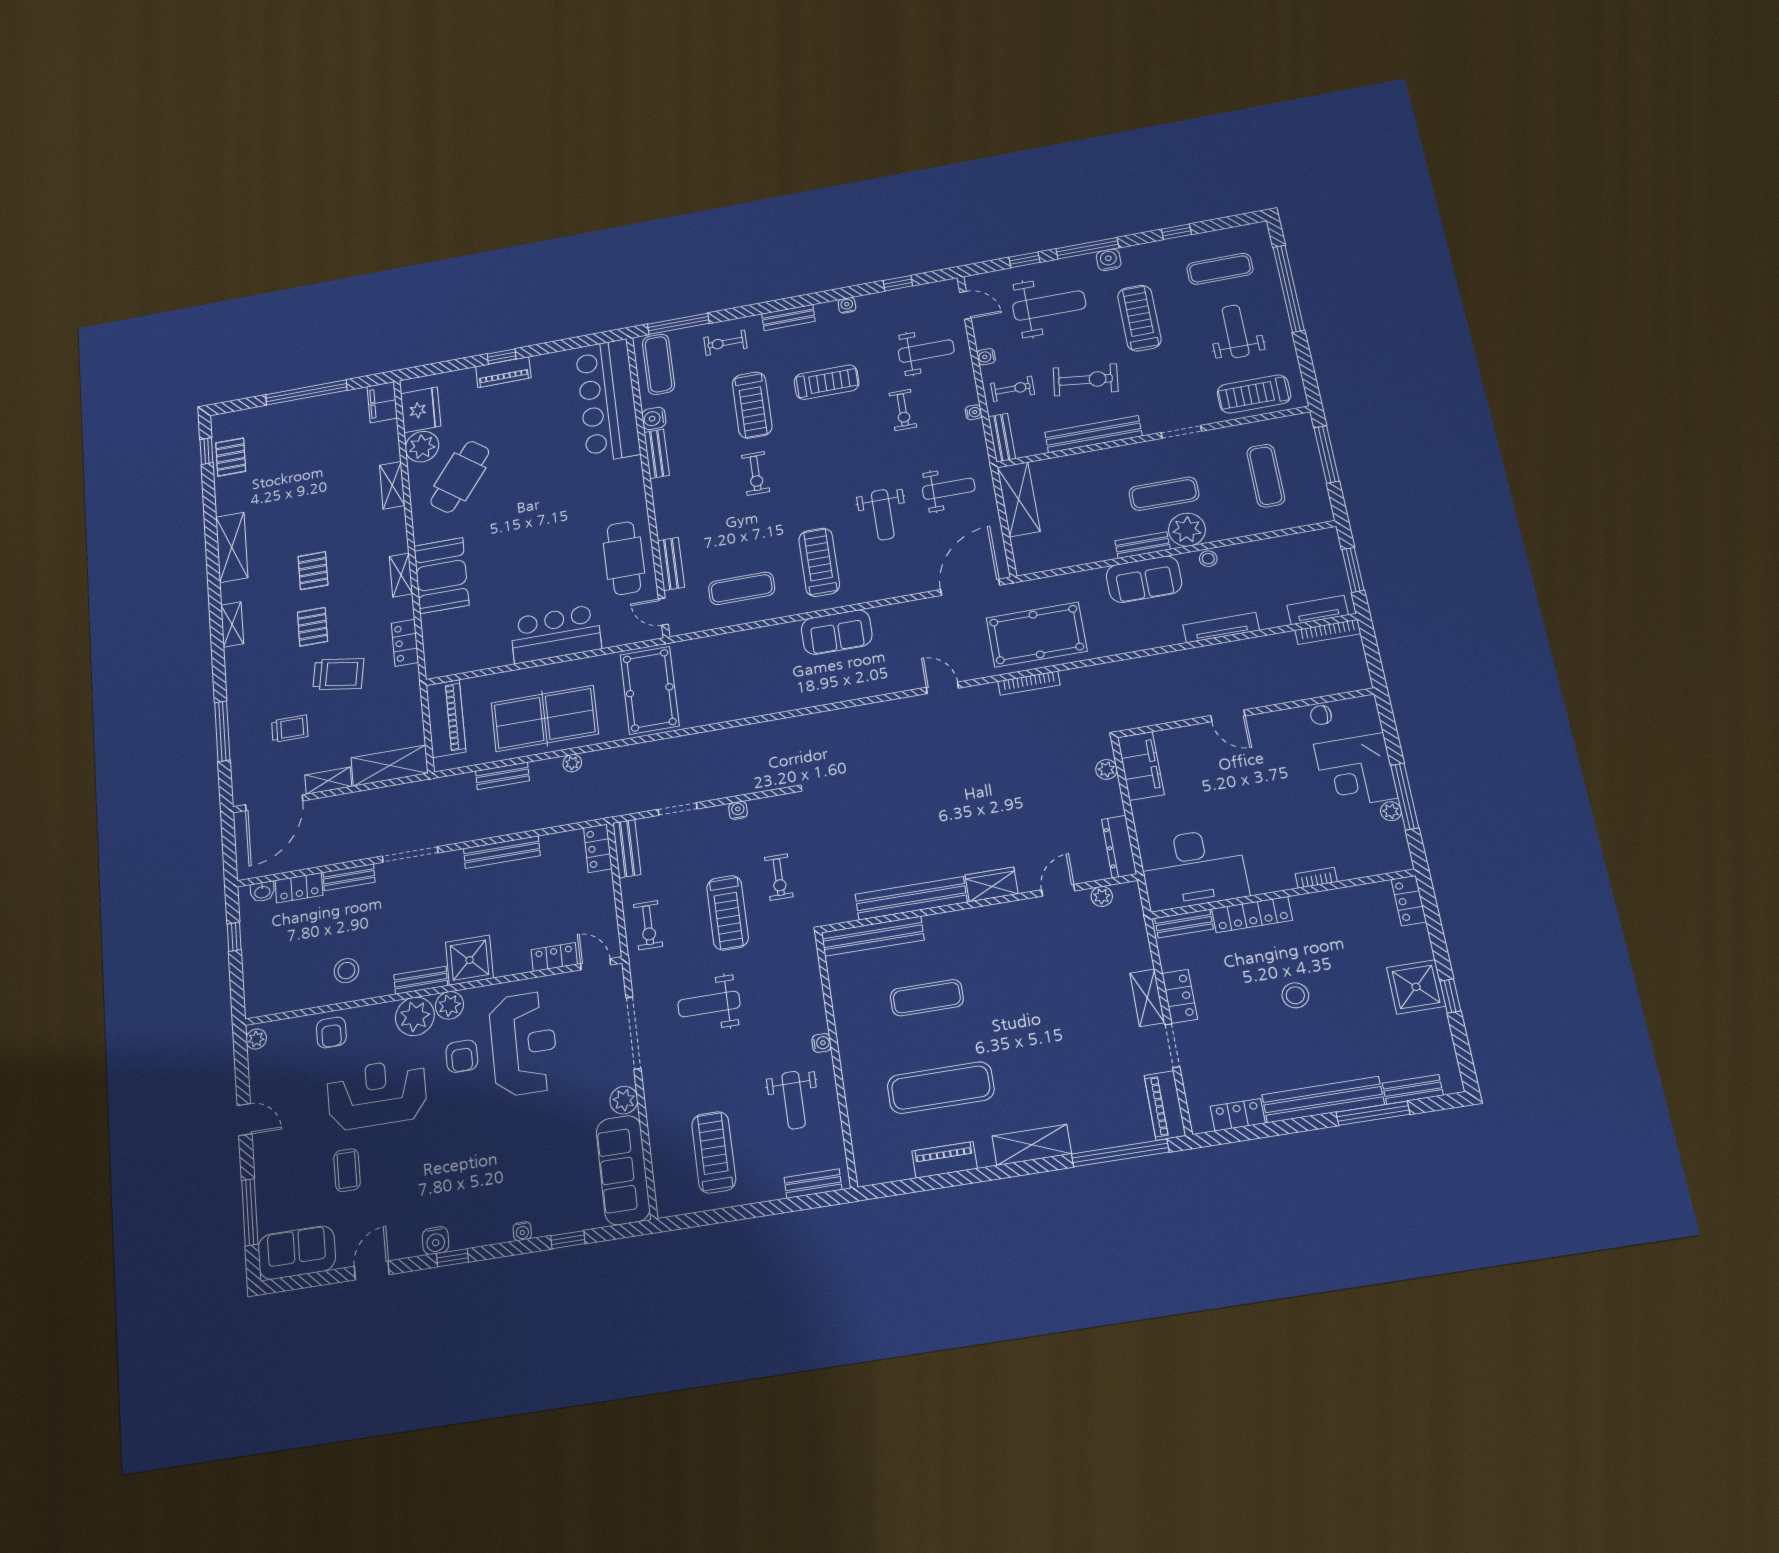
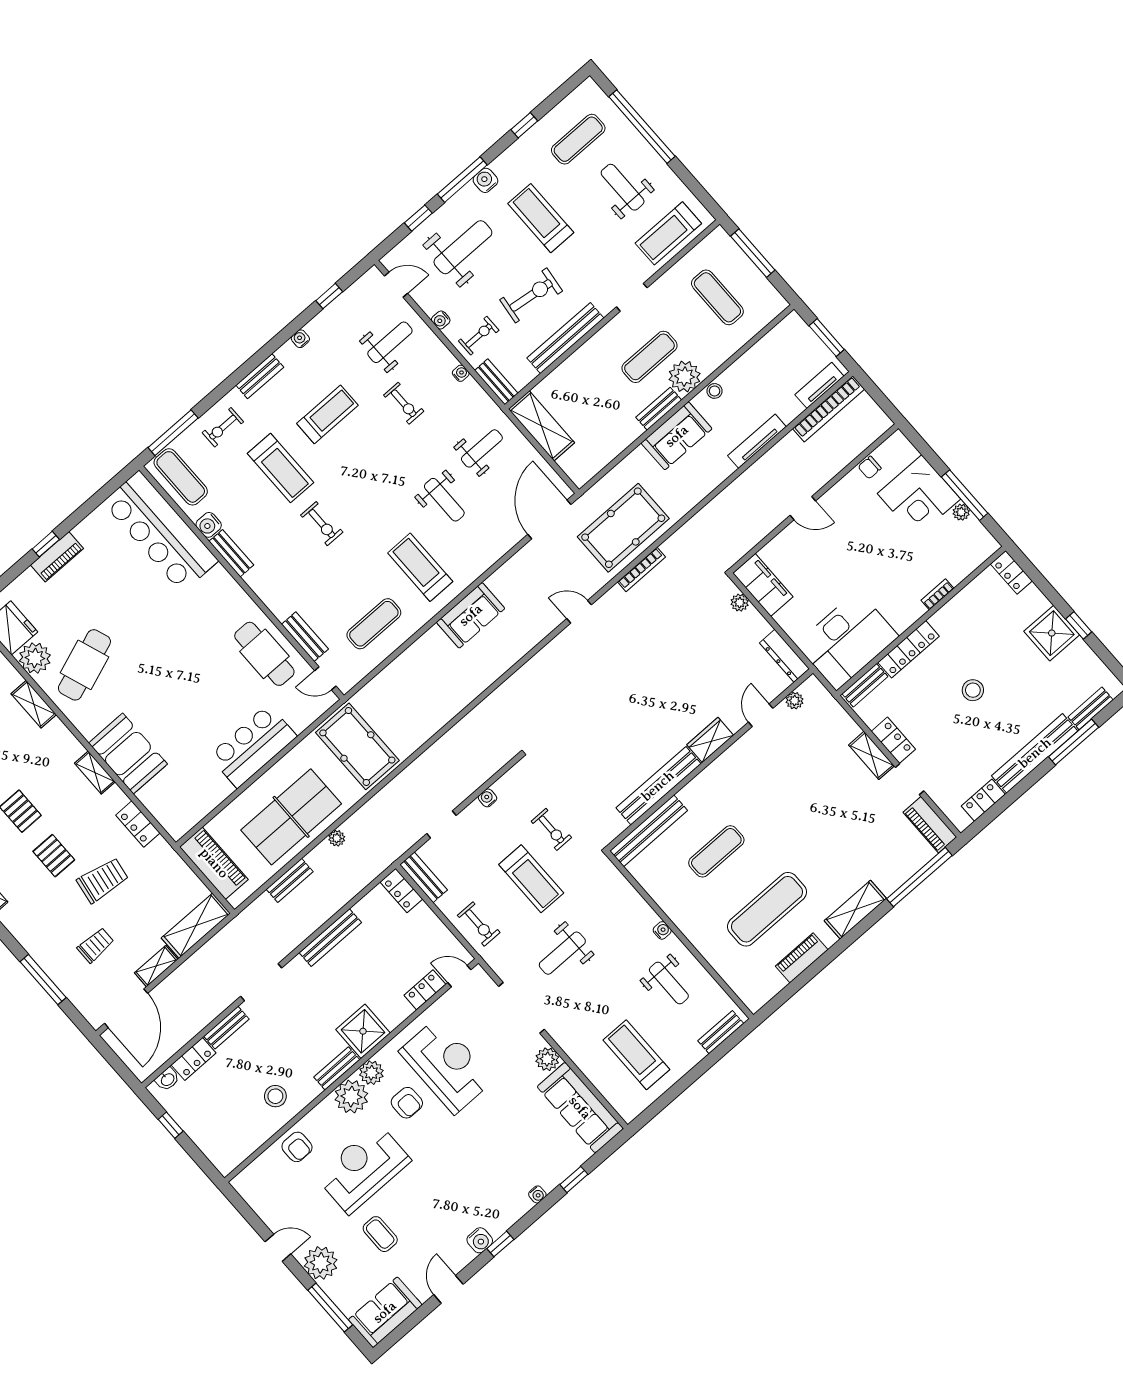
cafe table: (460, 477) -> (84, 665), turned 33
bookcase: (1328, 632) -> (829, 409), width x1.48, depth x1.31
plant: (256, 1039) -> (321, 1263), moved, width x1.88, depth x1.88

